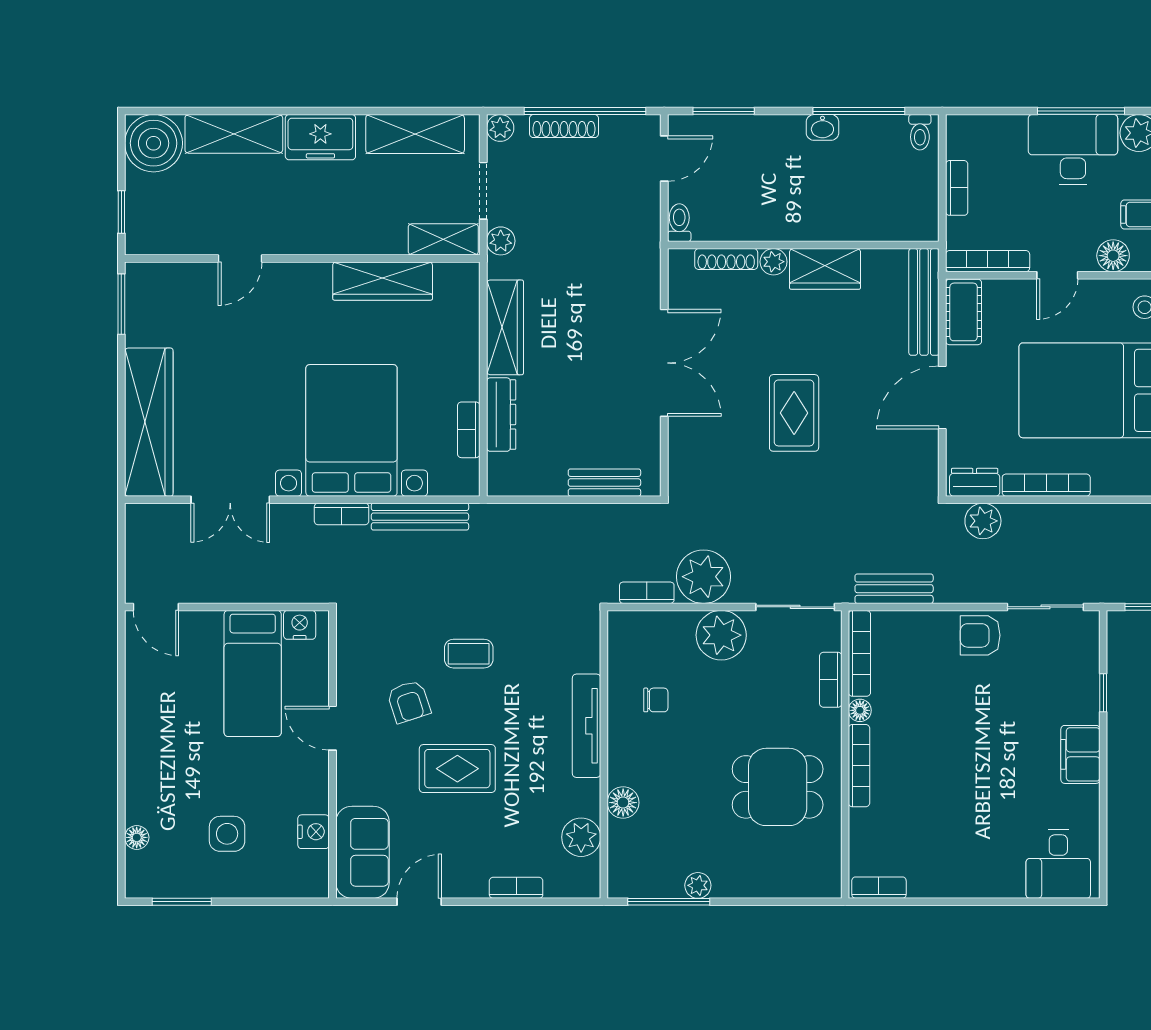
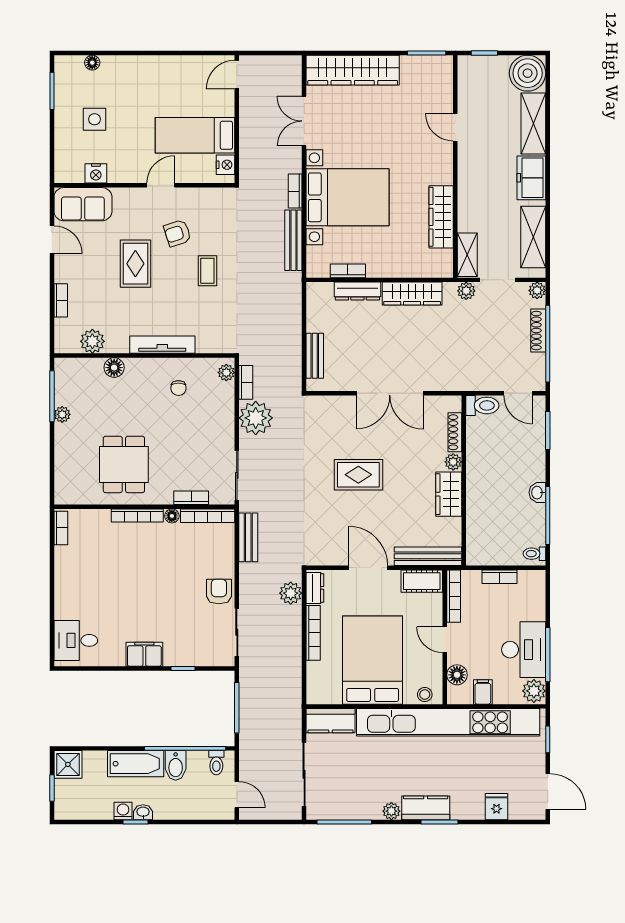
toilet: (679, 223) -> (482, 405), width x1.37, depth x1.39
plant: (721, 635) -> (226, 373), moved, width x0.53, depth x0.53

